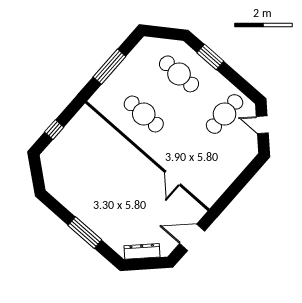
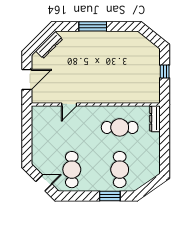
window: (109, 67) -> (165, 138), removed
cafe table: (179, 74) -> (120, 170), turned 90
dresser: (103, 93) -> (155, 119), added
door: (173, 178) -> (69, 104), swing flipped

